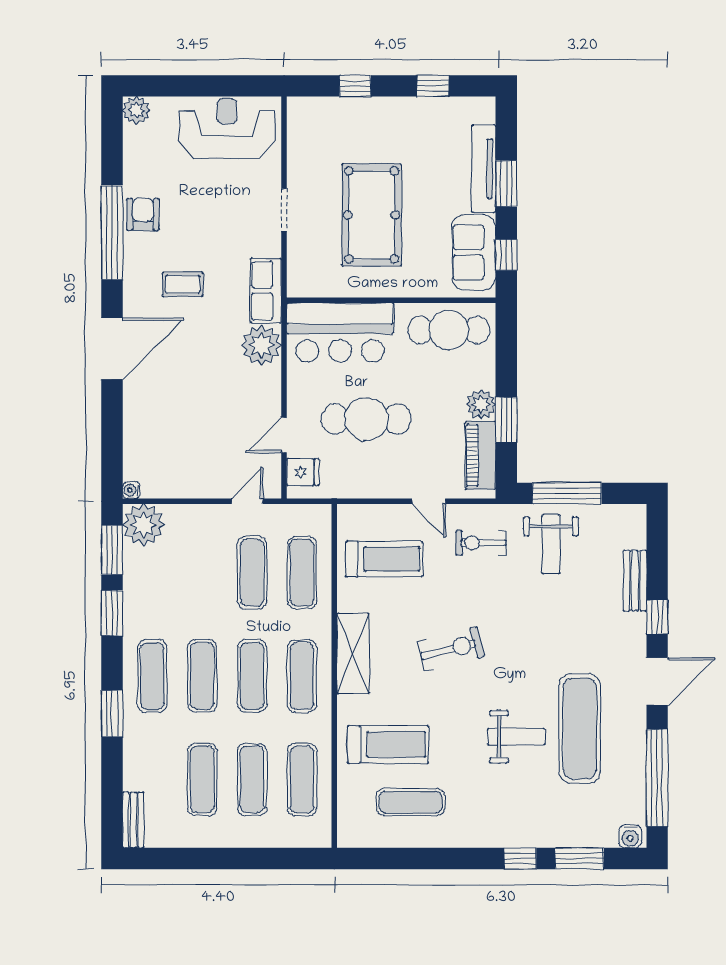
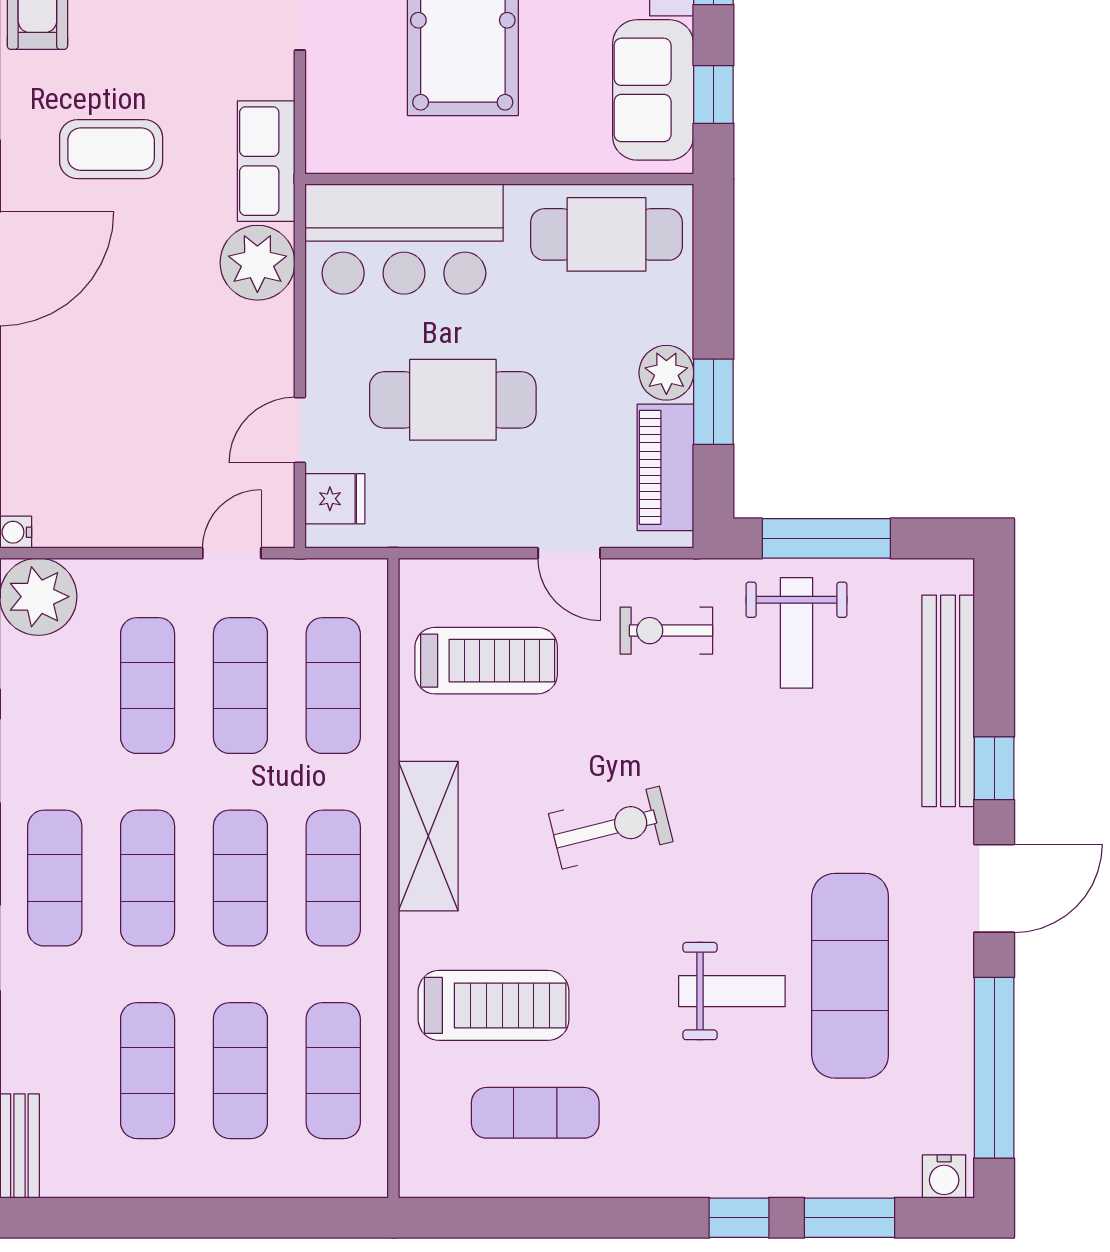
coffee table: (183, 284) -> (111, 149), width x1.36, depth x1.30
exercise mat: (202, 572) -> (148, 686), added
bench: (635, 581) -> (948, 701), width x1.86, depth x1.21

